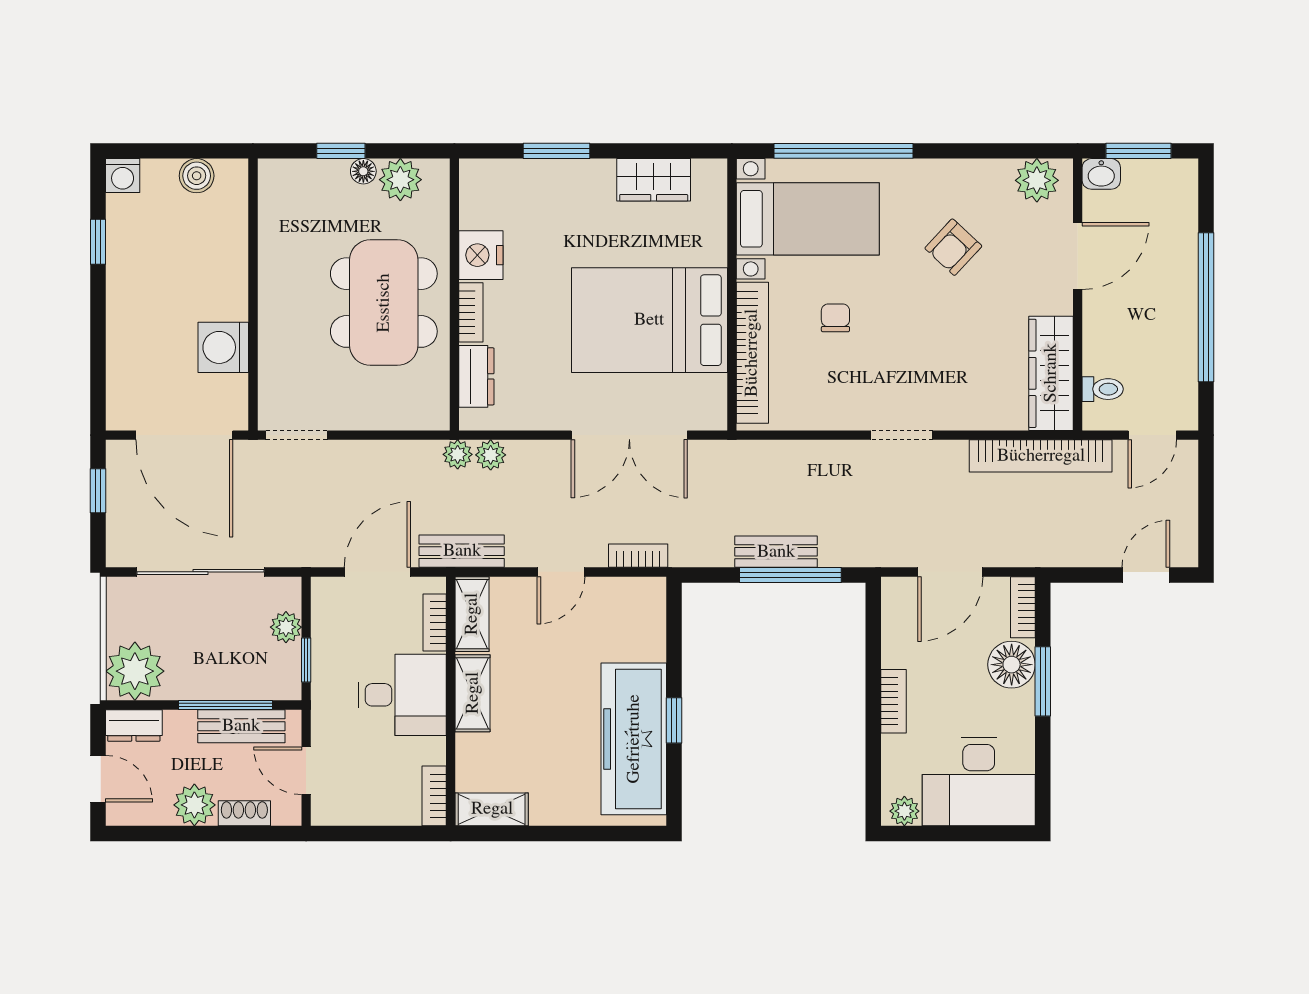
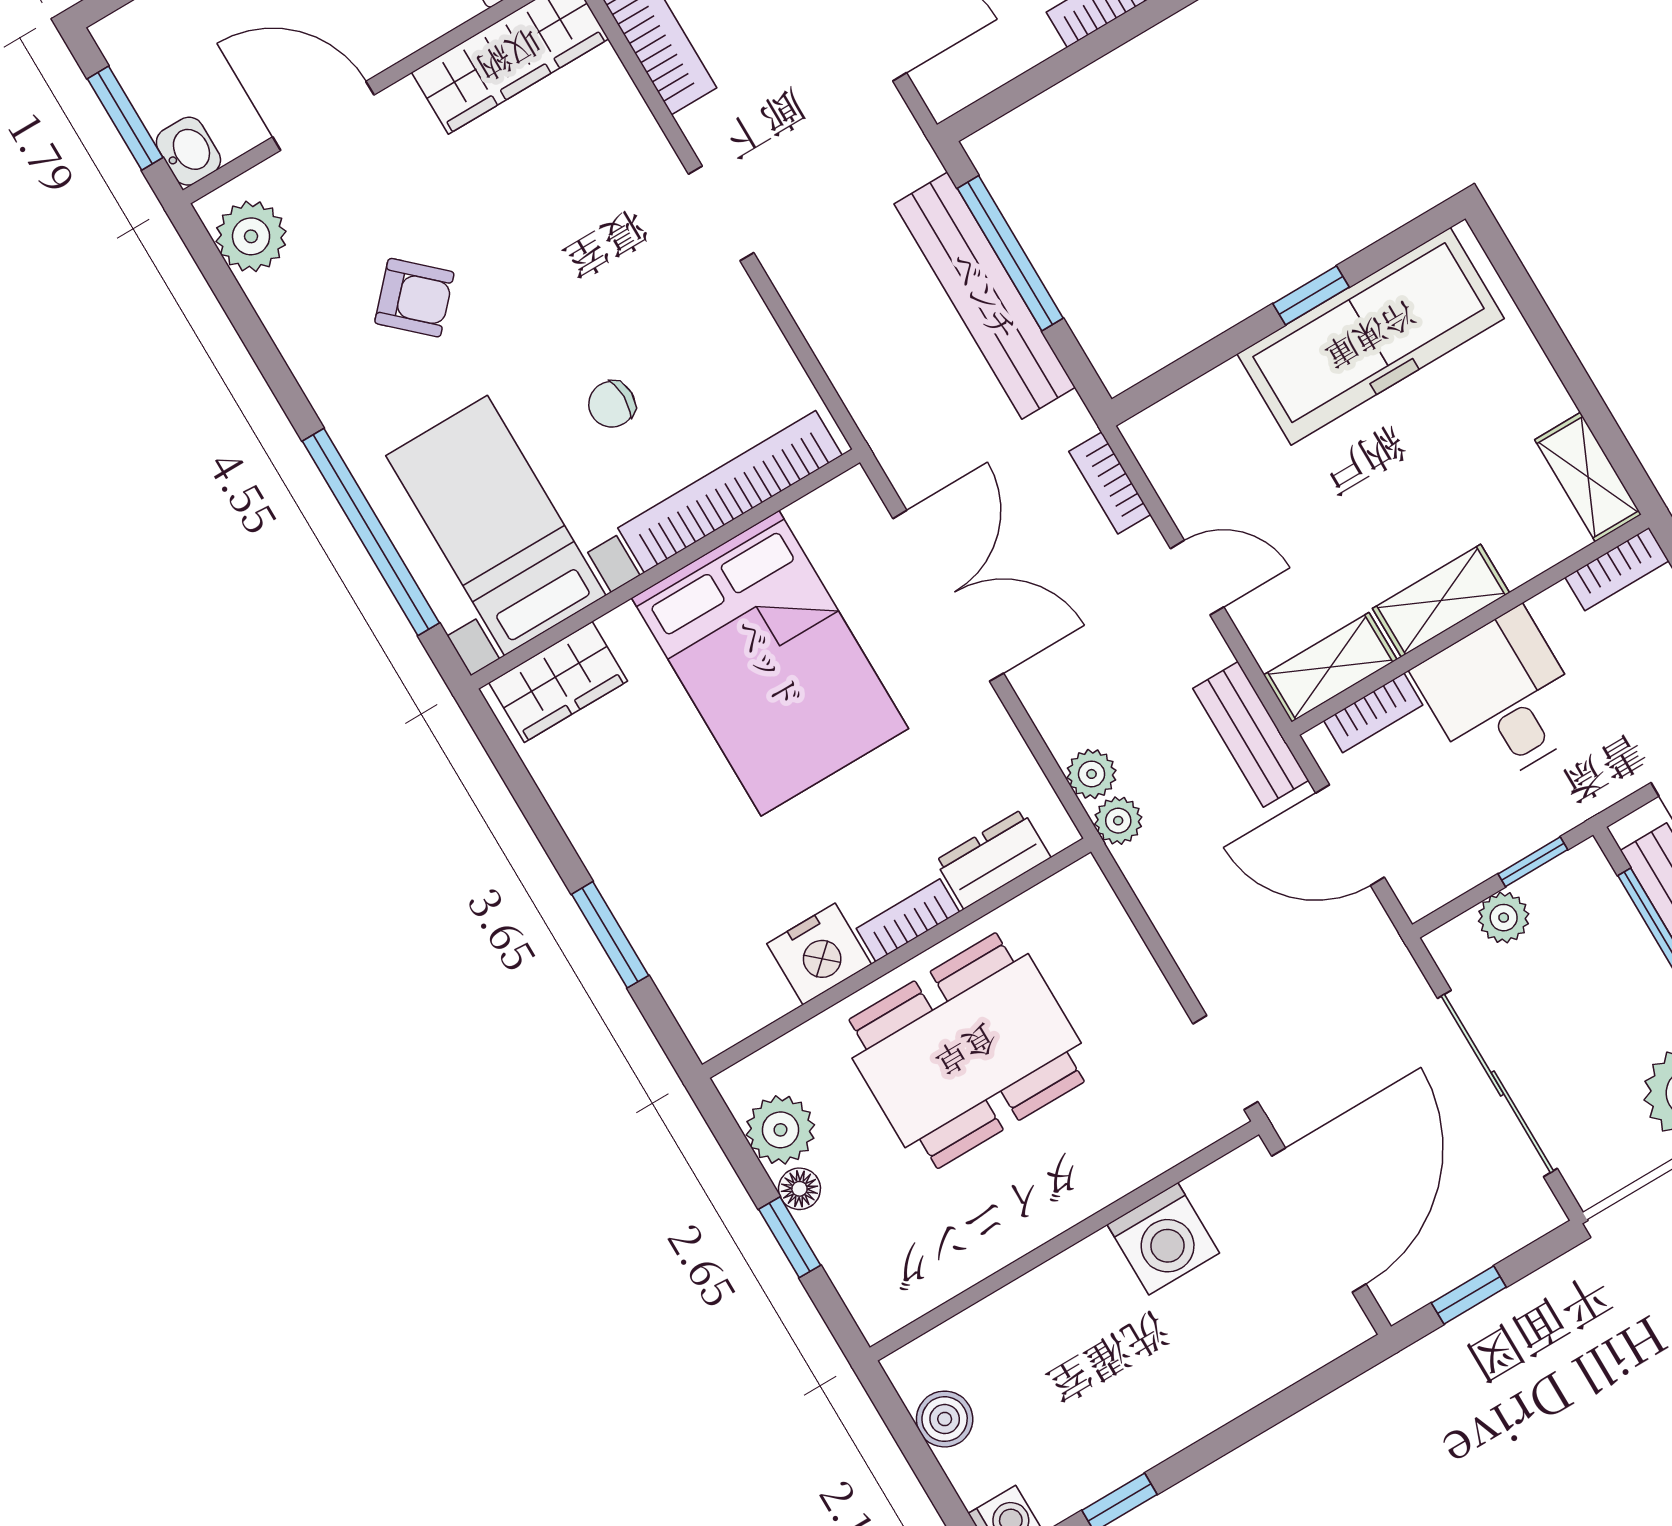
wardrobe: (654, 180) -> (558, 682), moved, turned 90
bench: (776, 552) -> (985, 296), width x1.86, depth x1.21

